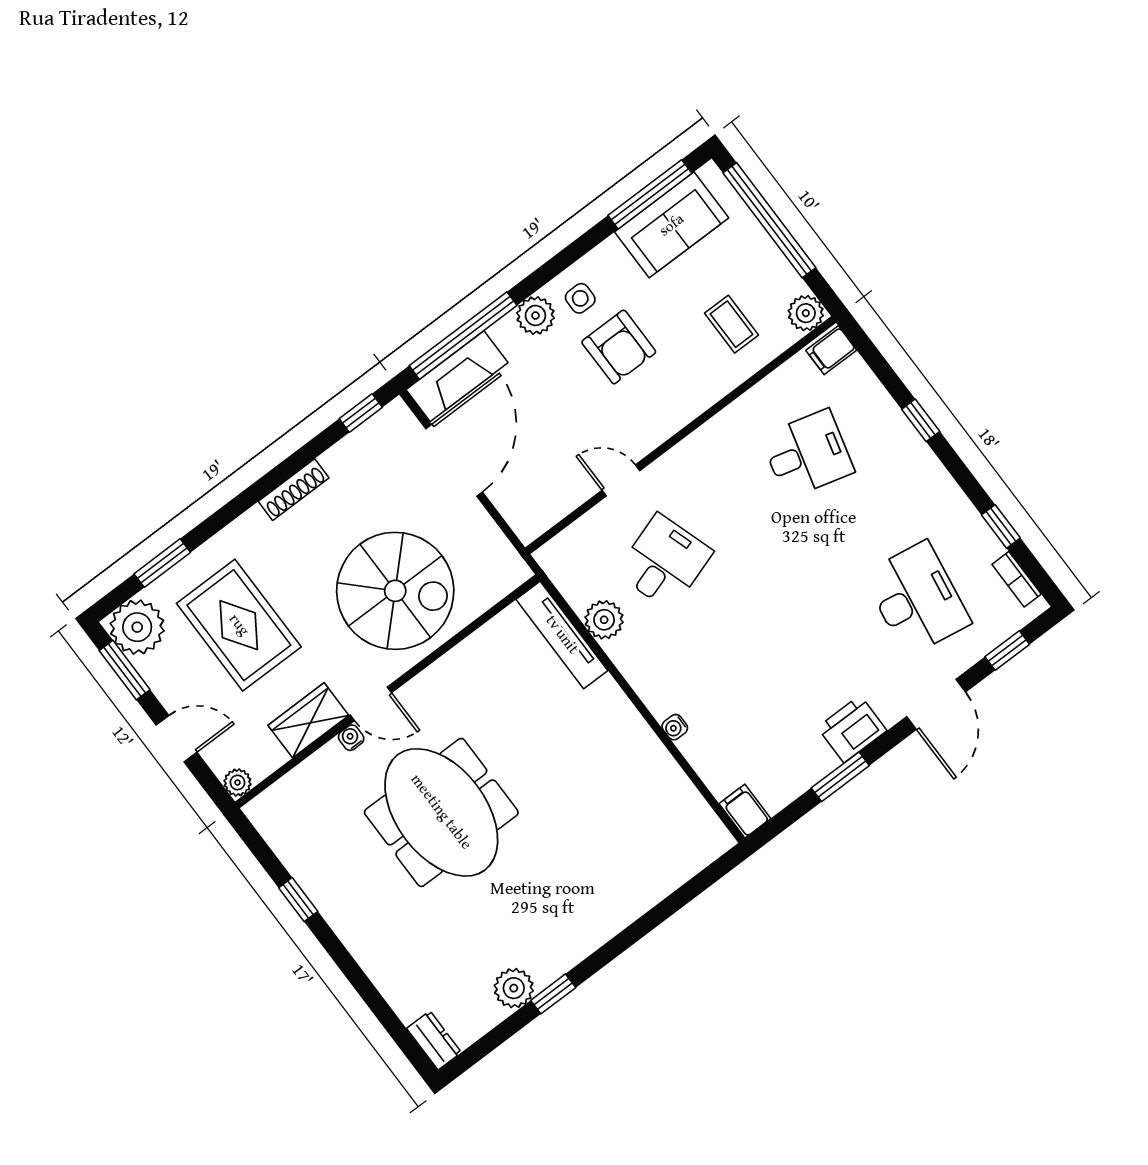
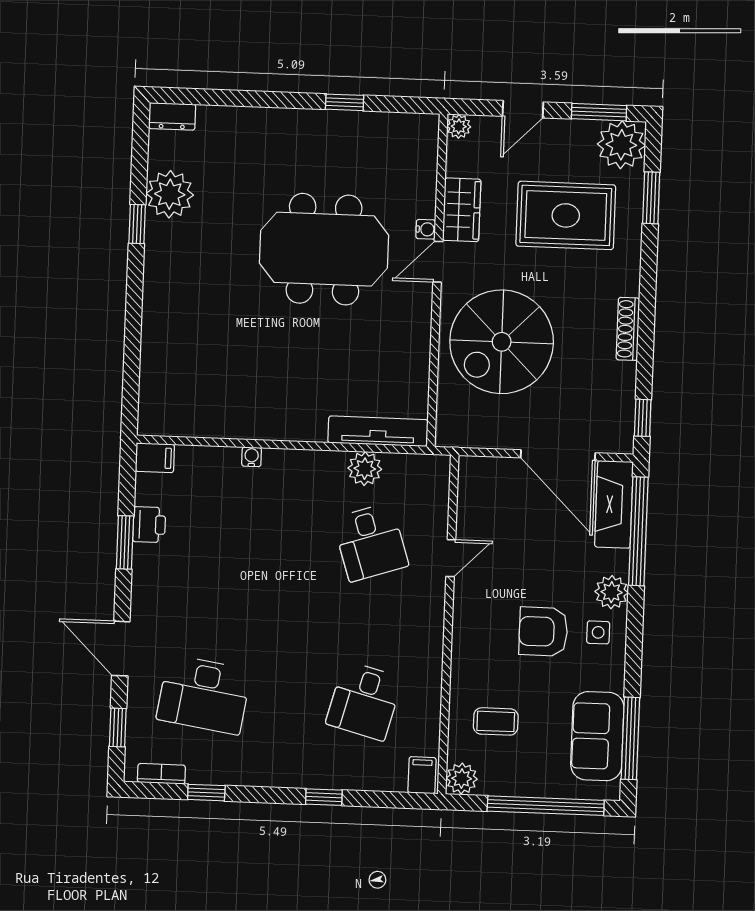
printer: (852, 729) -> (149, 525), moved, width x0.73, depth x0.81
plant: (514, 988) -> (170, 194), width x1.36, depth x1.36

